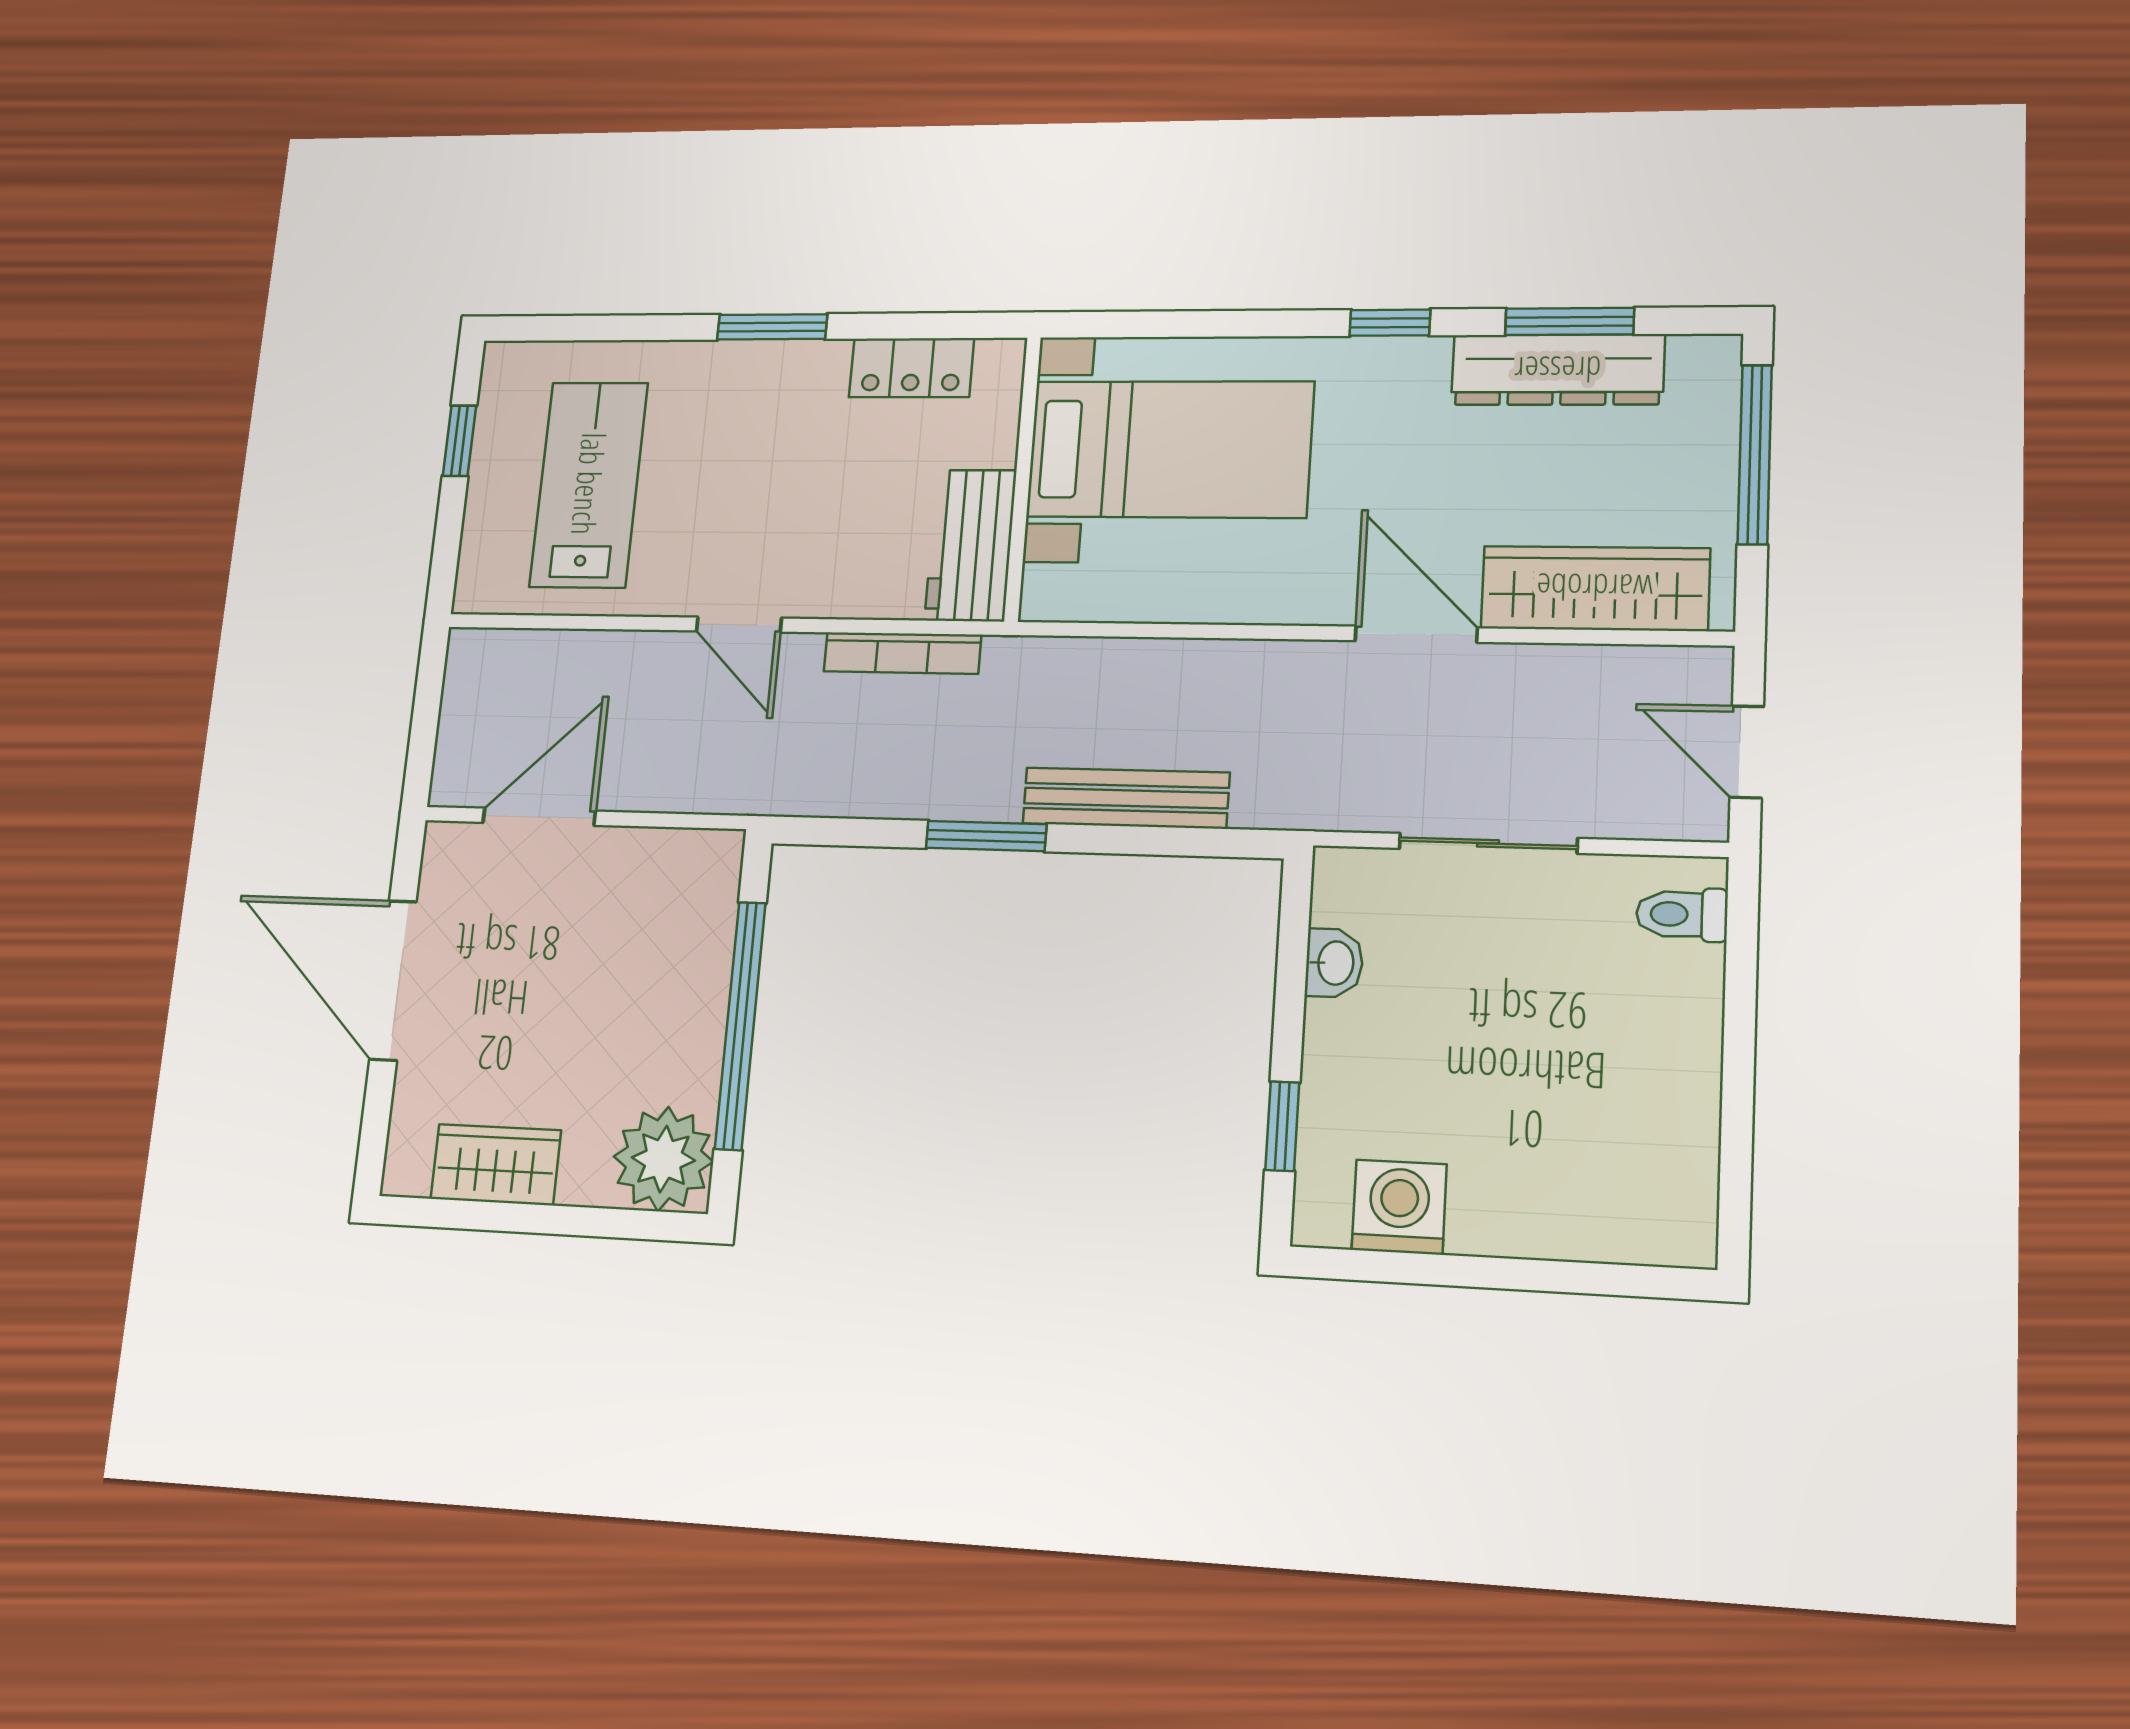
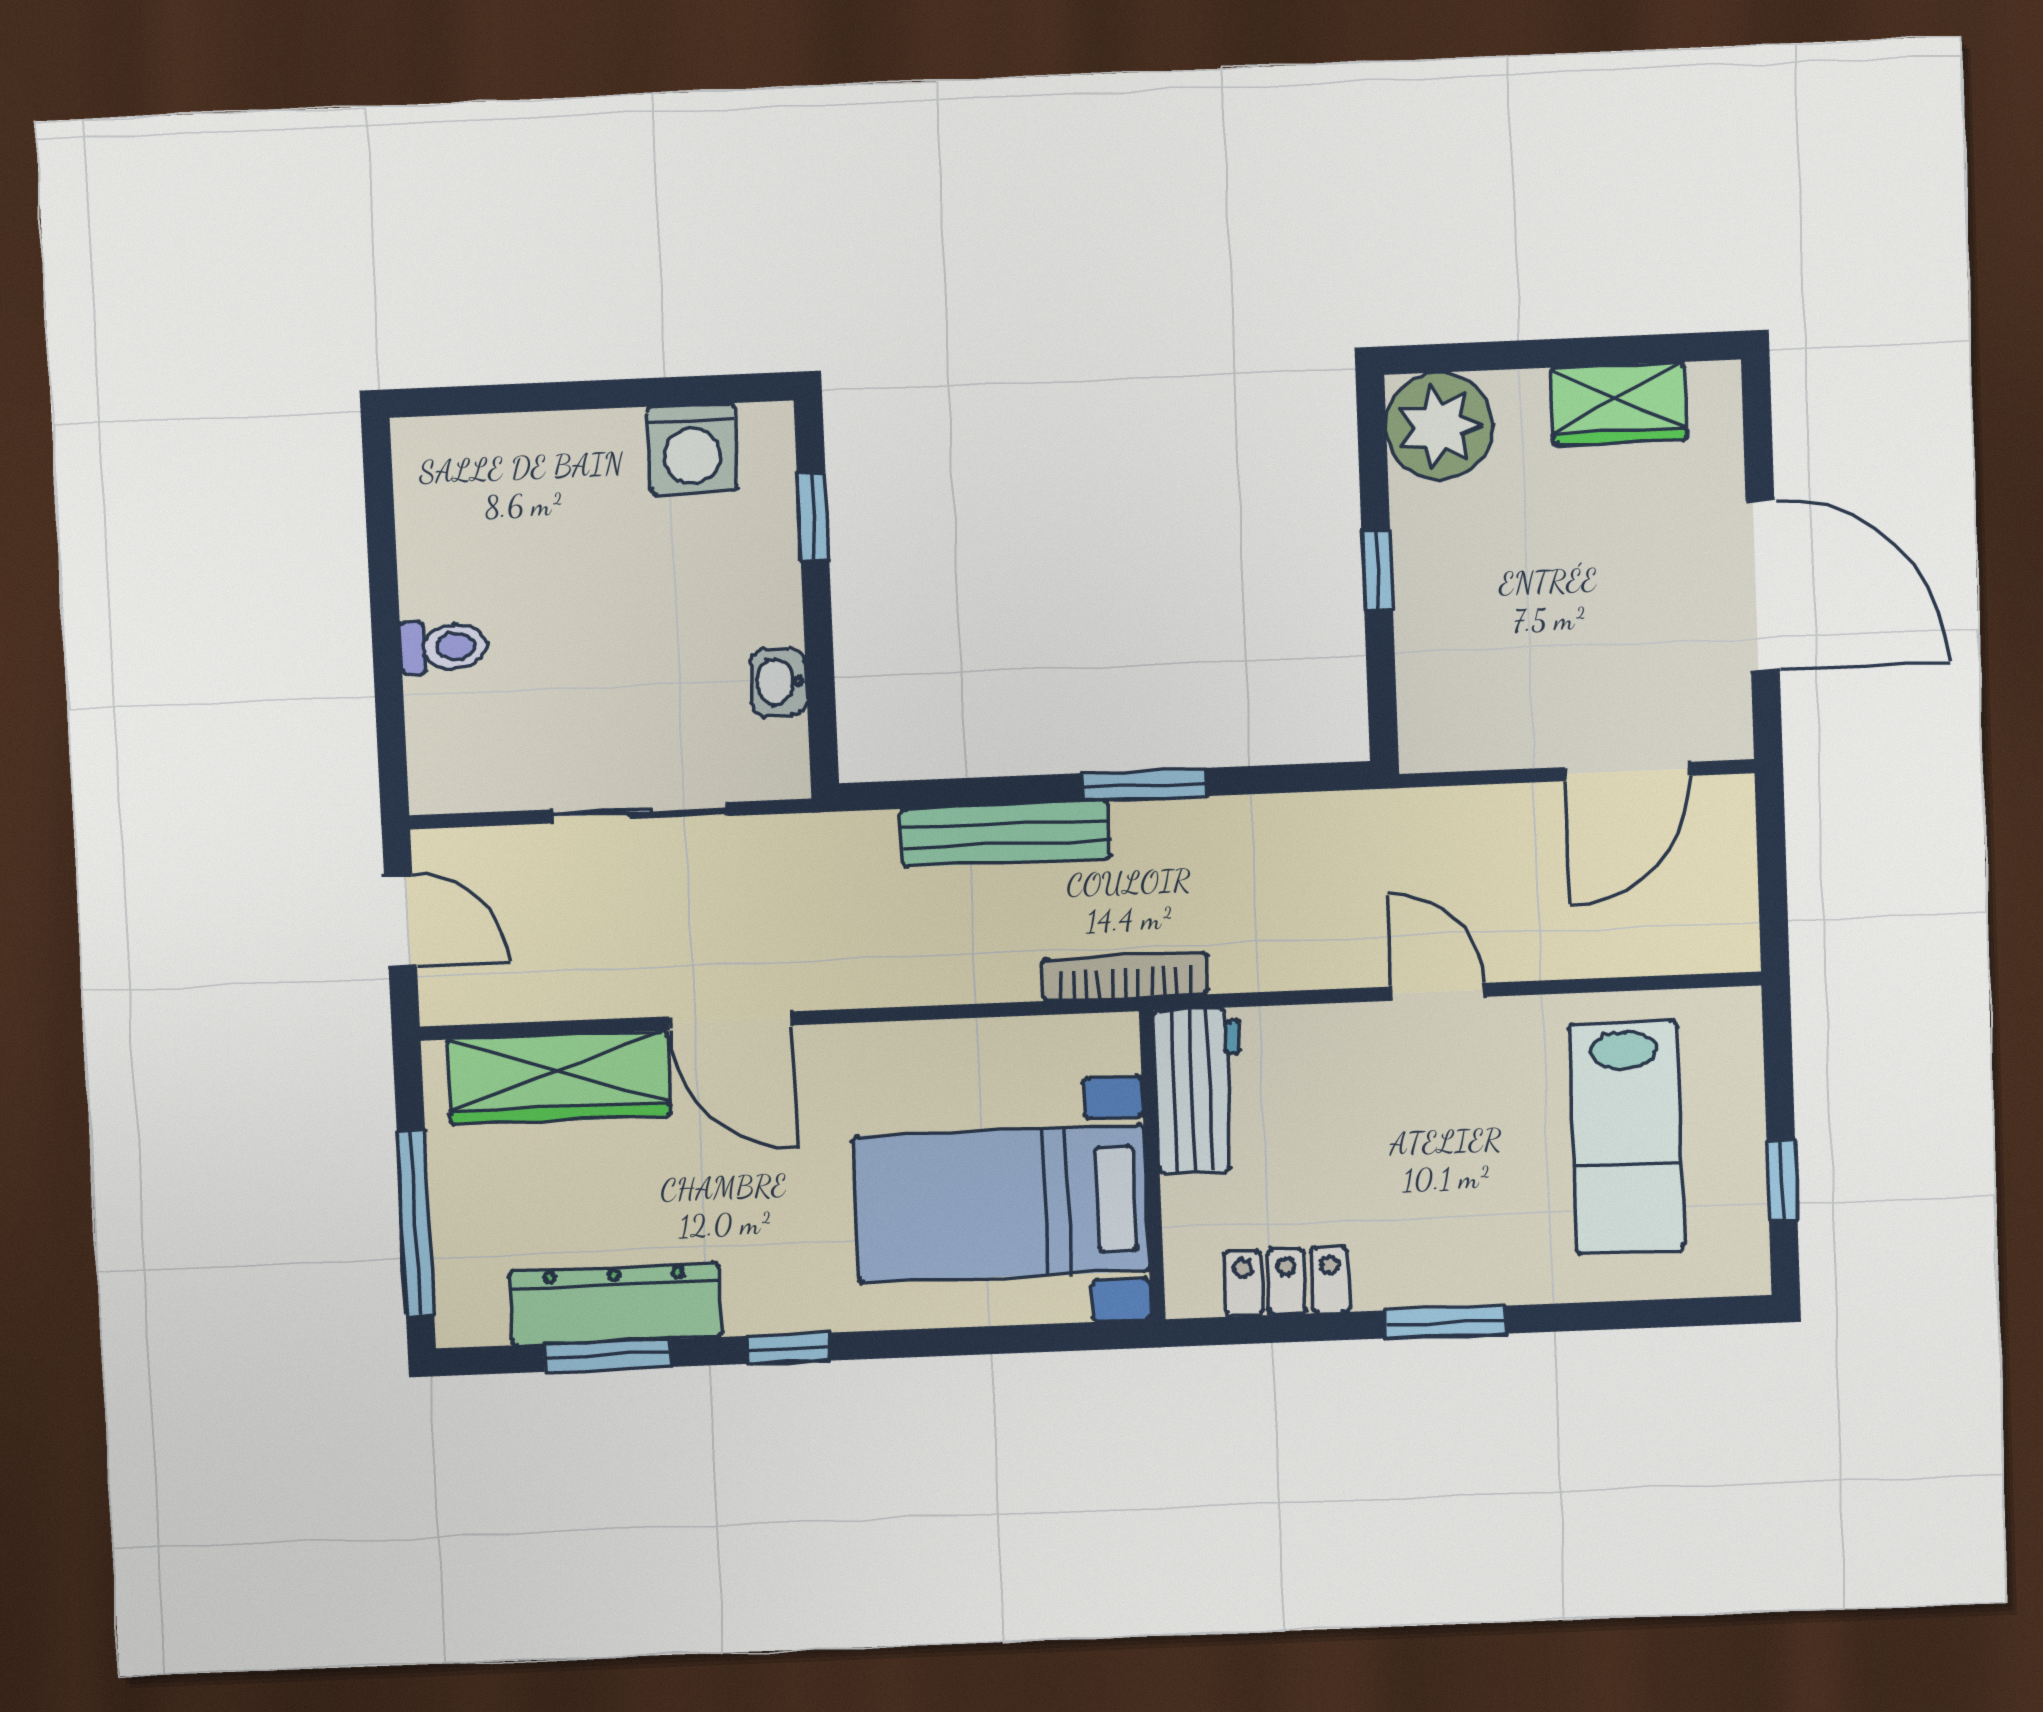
bookcase: (902, 653) -> (1125, 977), moved
toilet: (1682, 914) -> (444, 647), moved
window: (740, 1025) -> (1377, 570), width x0.32

